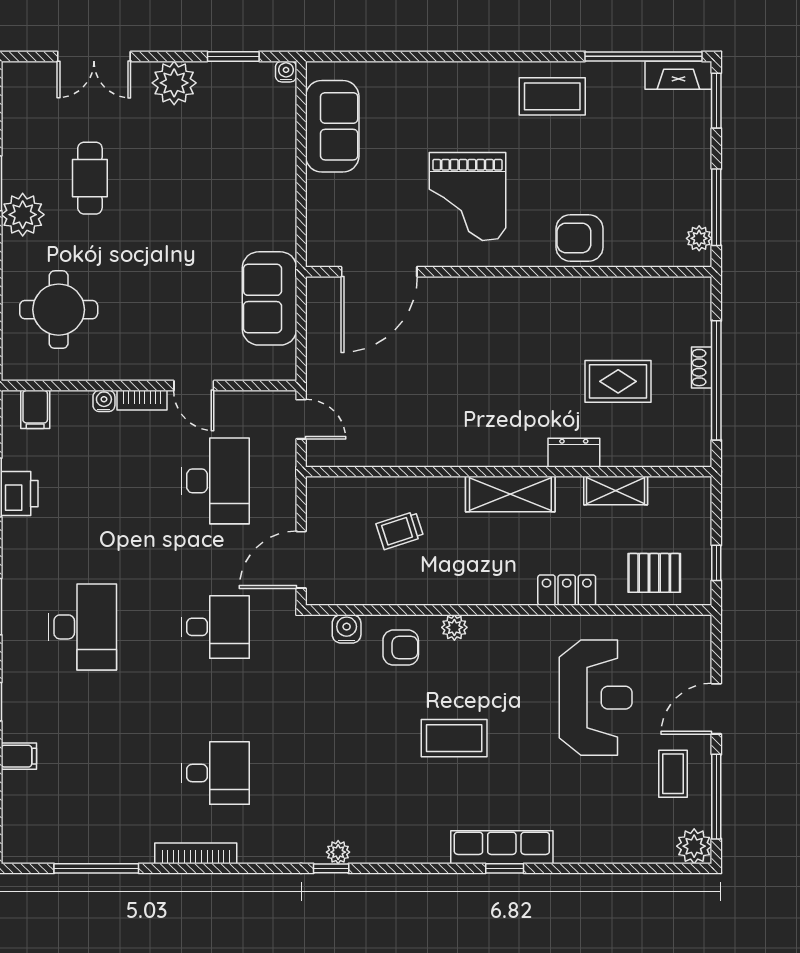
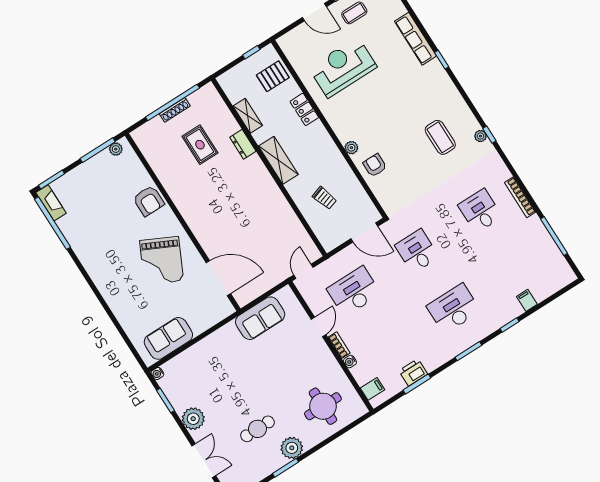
coffee table: (552, 96) -> (95, 252), removed
grand piano: (467, 196) -> (162, 261), turned 116
shoe rack: (702, 368) -> (175, 110), width x1.43
pallet: (654, 573) -> (273, 76), turned 90
water cooler: (347, 629) -> (382, 194), removed
coffee table: (454, 738) -> (440, 137), moved
row of seats: (502, 847) -> (415, 39), moved

